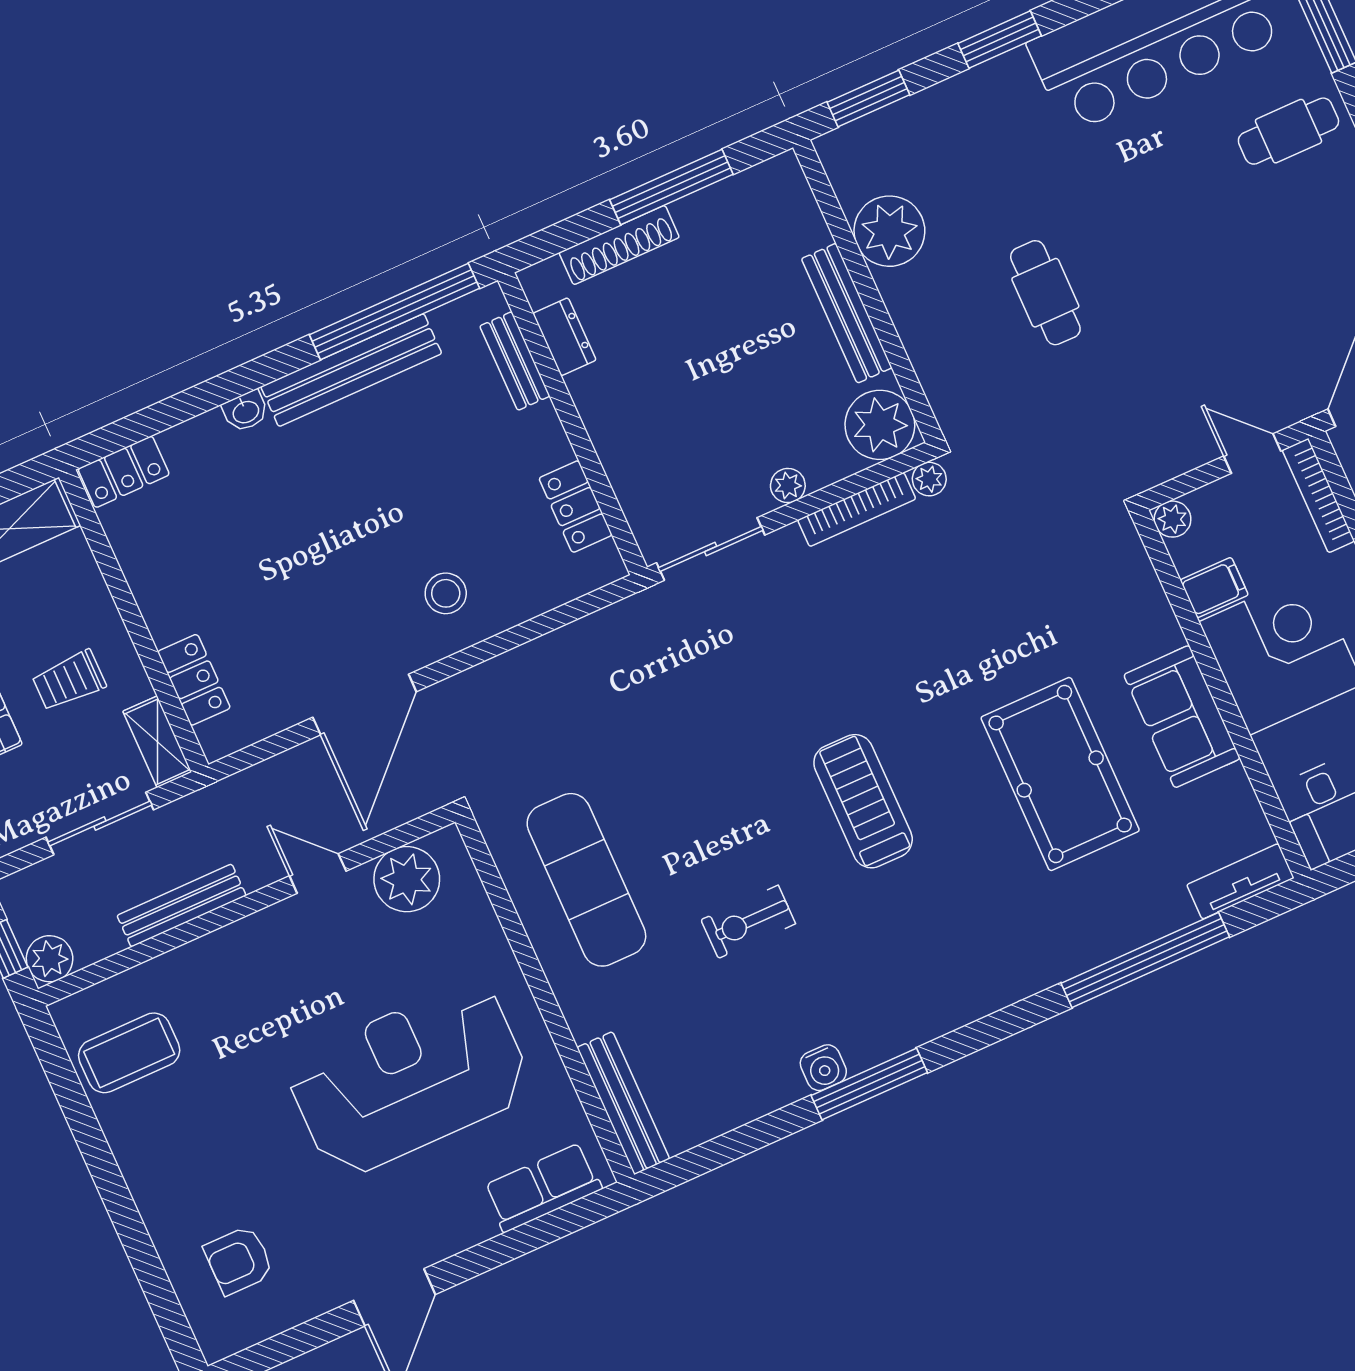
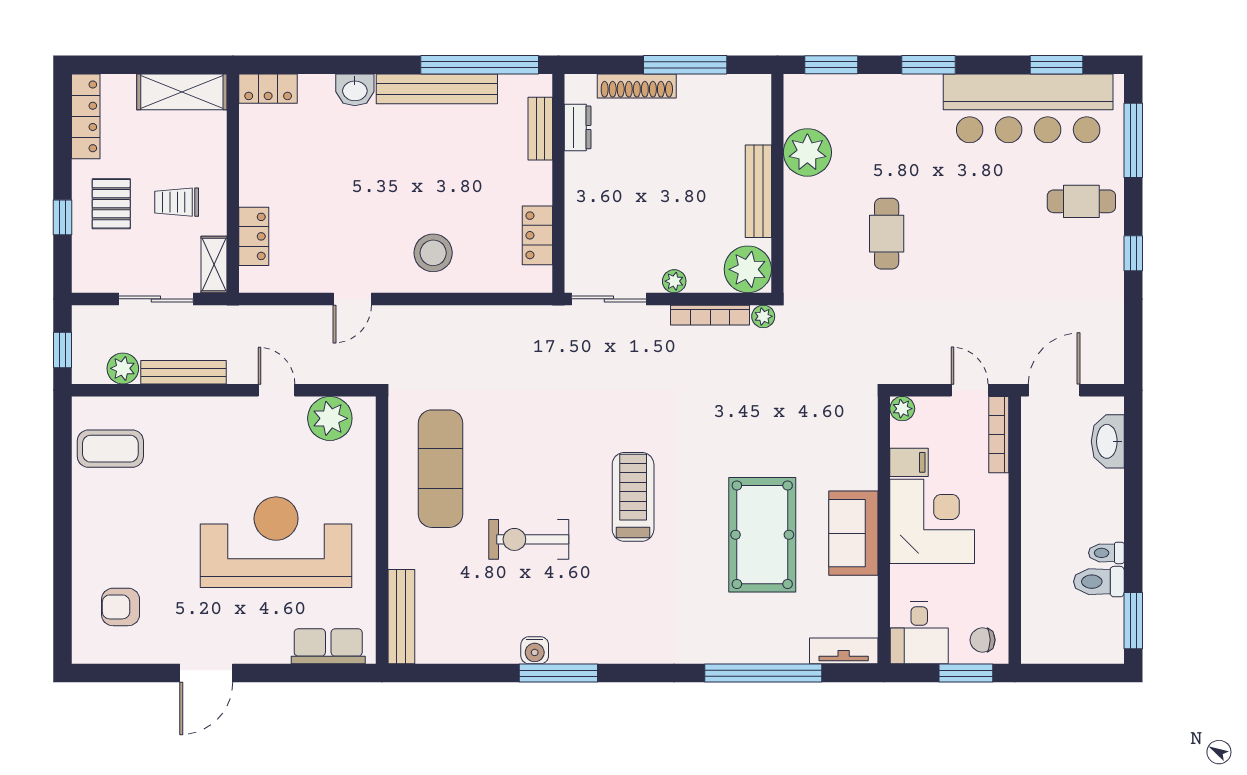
washbasin: (245, 411) -> (355, 90), width x1.38, depth x1.45
stool: (446, 593) -> (433, 253), width x1.38, depth x1.38
door: (365, 704) -> (352, 299), width x0.53
exercise bike: (748, 922) -> (529, 539), width x1.38, depth x1.39
plant: (50, 959) -> (123, 368), moved

